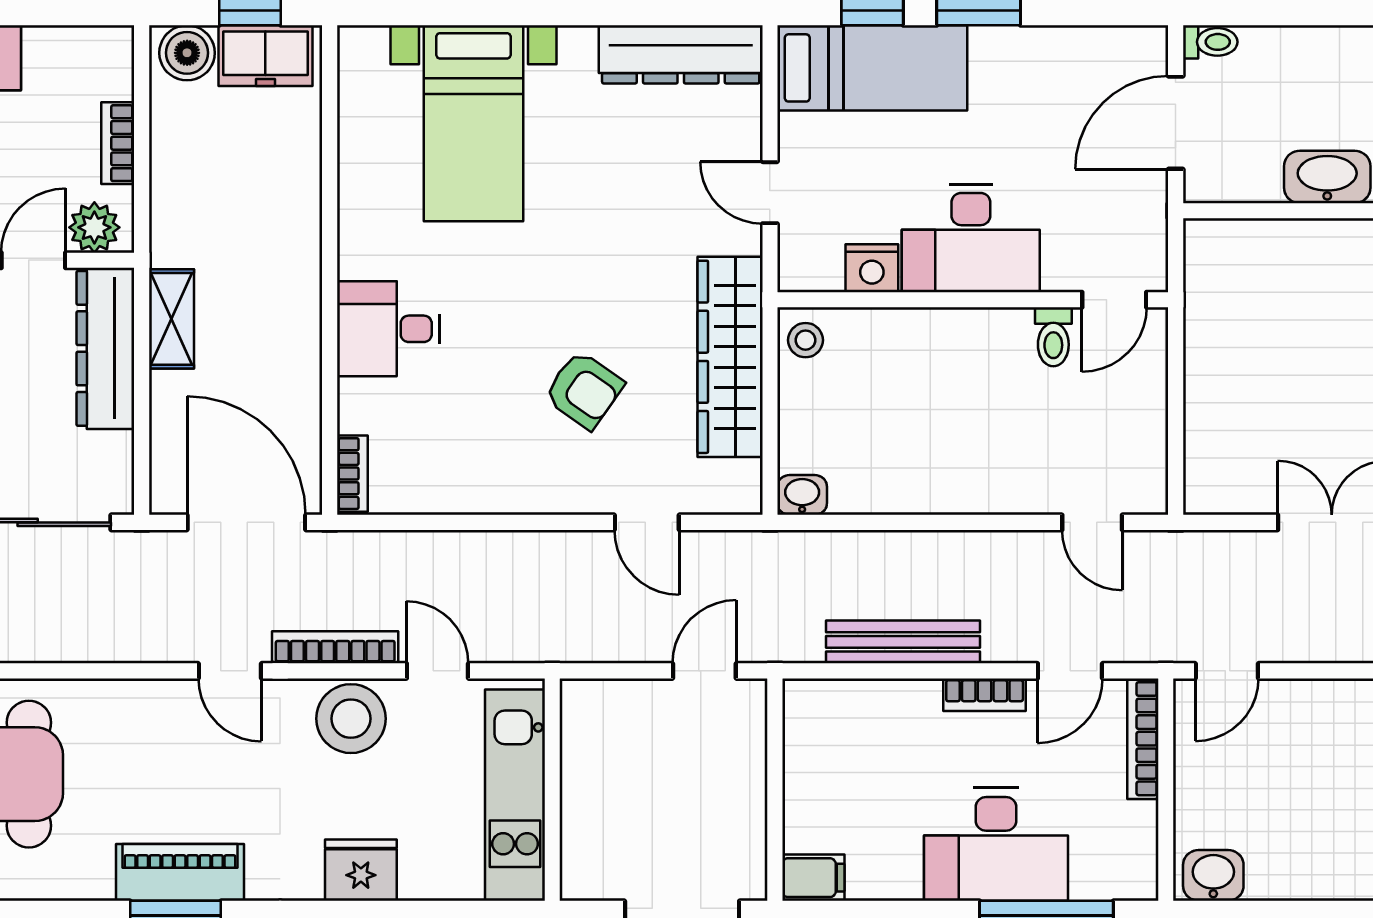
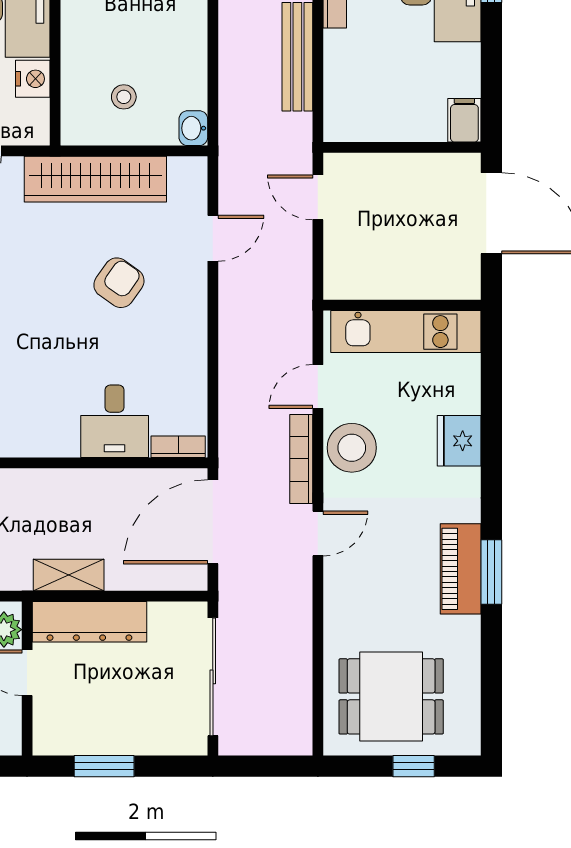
desk: (388, 329) -> (115, 421), moved
stool: (805, 340) -> (124, 97), moved

